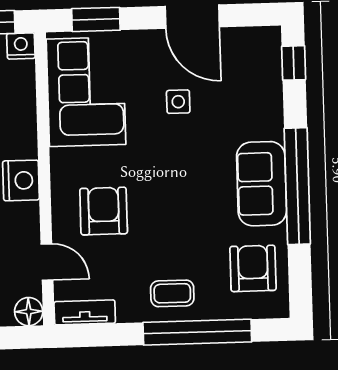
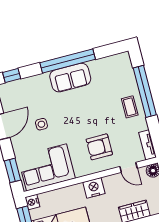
door: (47, 262) -> (129, 167), swing flipped
armchair: (253, 268) -> (110, 73), removed

